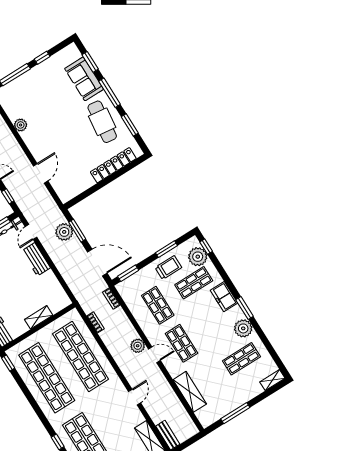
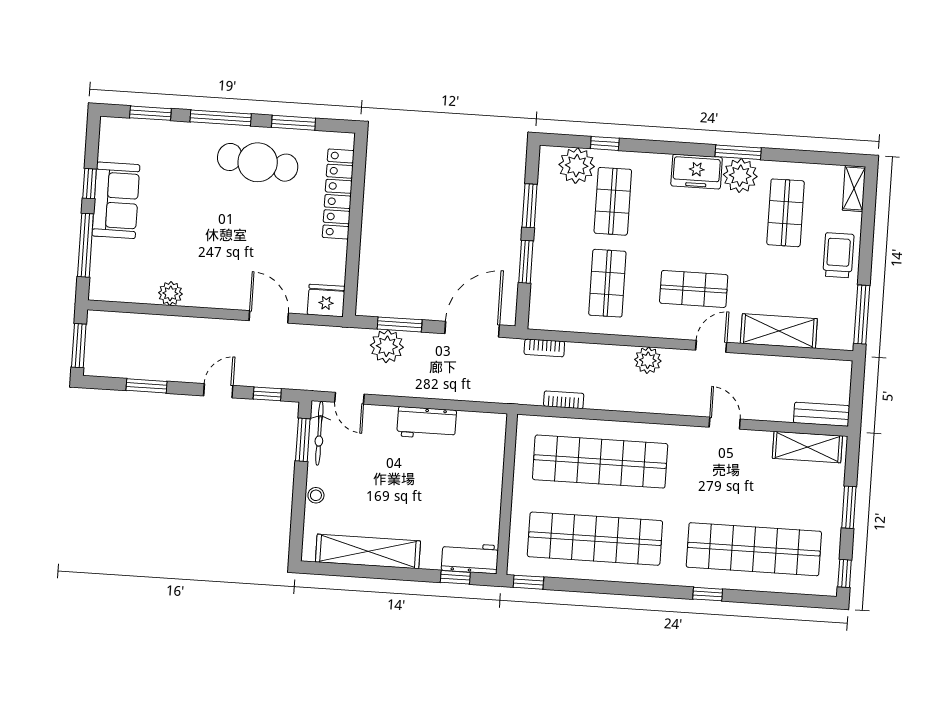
sofa: (84, 79) -> (116, 200), moved, turned -90
fridge: (65, 193) -> (326, 301), added
window: (206, 247) -> (605, 143), moved
workbench: (36, 259) -> (427, 423), moved
trolley: (168, 268) -> (838, 255), moved
window: (128, 273) -> (526, 262), moved
freezer: (224, 297) -> (697, 172), moved
shop shelf: (158, 305) -> (607, 283), turned 90
window: (245, 308) -> (738, 152), moved
shelving: (39, 317) -> (491, 483), removed
door: (154, 355) -> (711, 346), moved
window: (235, 413) -> (862, 315), moved

